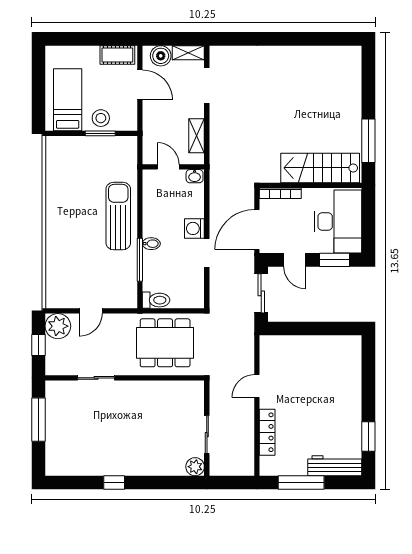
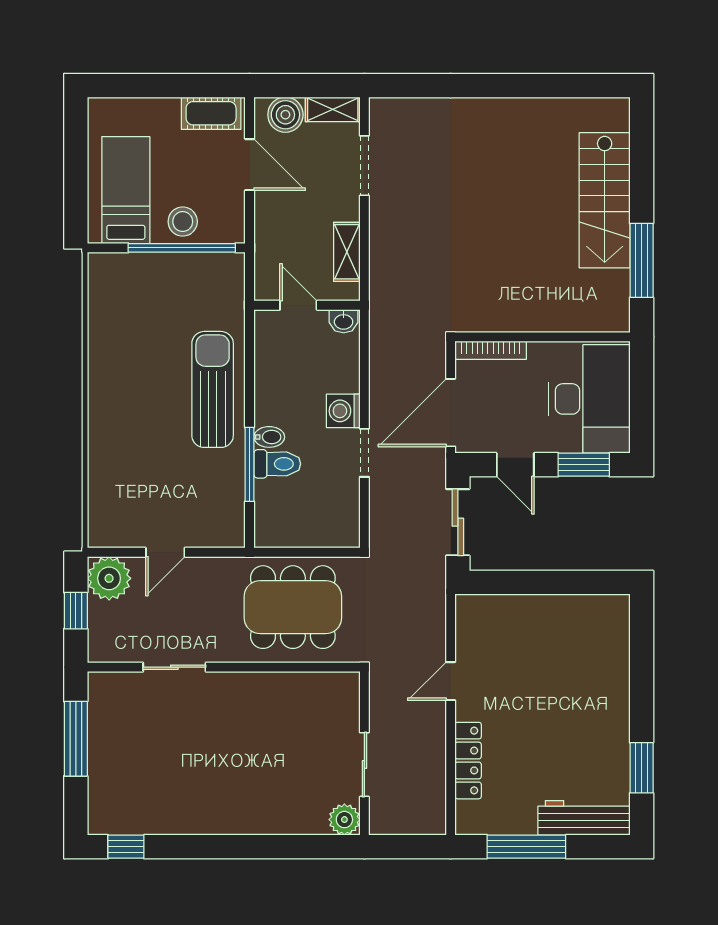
window: (100, 133) -> (182, 248), width x2.11
stairs: (320, 168) -> (605, 200), moved, turned -90
toilet: (156, 300) -> (277, 464), moved
window: (114, 482) -> (126, 847), moved

